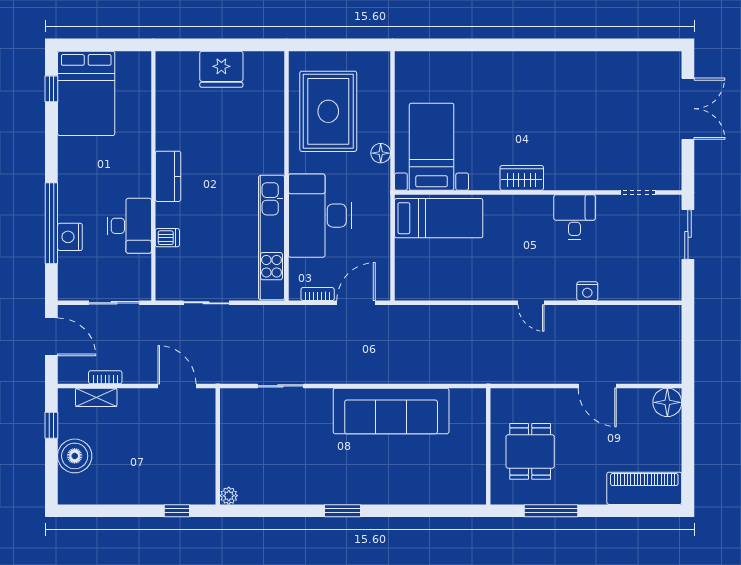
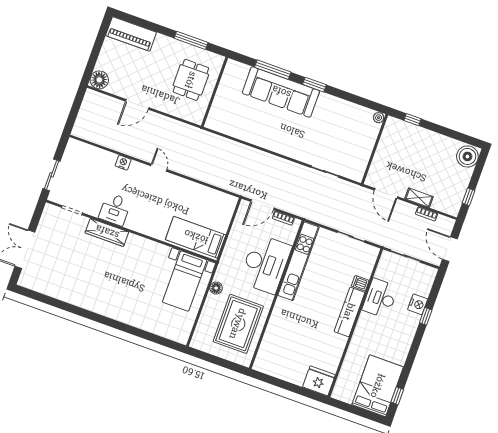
fridge: (221, 69) -> (319, 381), moved
kitchen counter: (168, 176) -> (349, 312), width x1.50
wardrobe: (522, 178) -> (107, 232), moved, width x1.50
window: (51, 223) -> (426, 316), width x0.32
door: (597, 386) -> (137, 104), swing flipped
shelving: (96, 397) -> (419, 198), moved
sofa: (391, 411) -> (281, 92), moved, turned 180
boiler: (75, 456) -> (467, 156), moved
window: (413, 511) -> (273, 70), added

